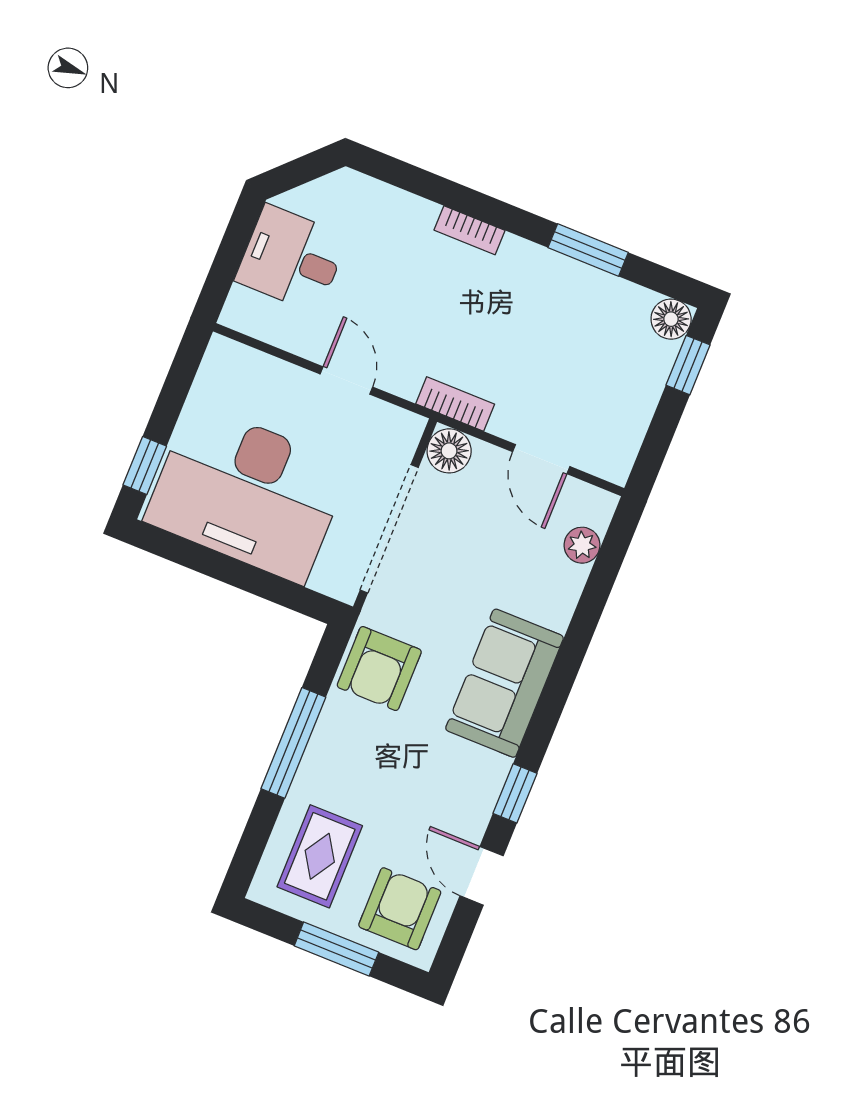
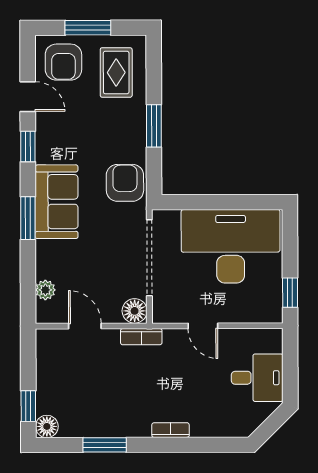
window: (145, 466) -> (290, 293), moved
window: (563, 675) -> (28, 218), added
window: (293, 743) -> (154, 126), width x0.69

